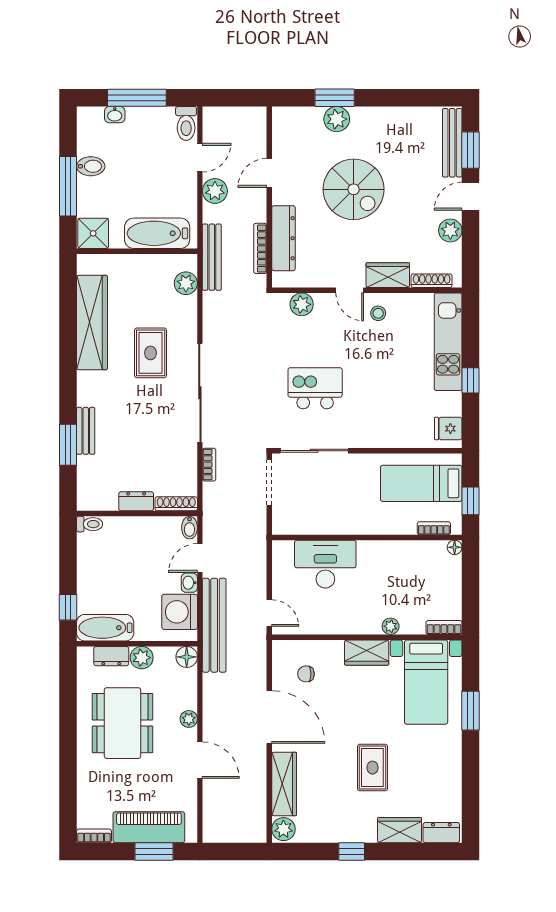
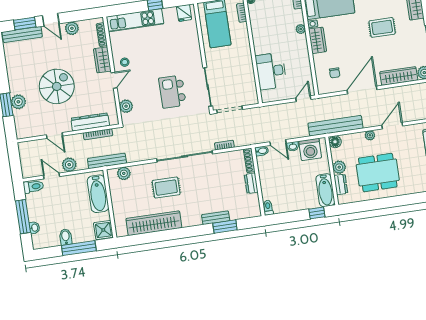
bench: (214, 625) -> (335, 126), moved

